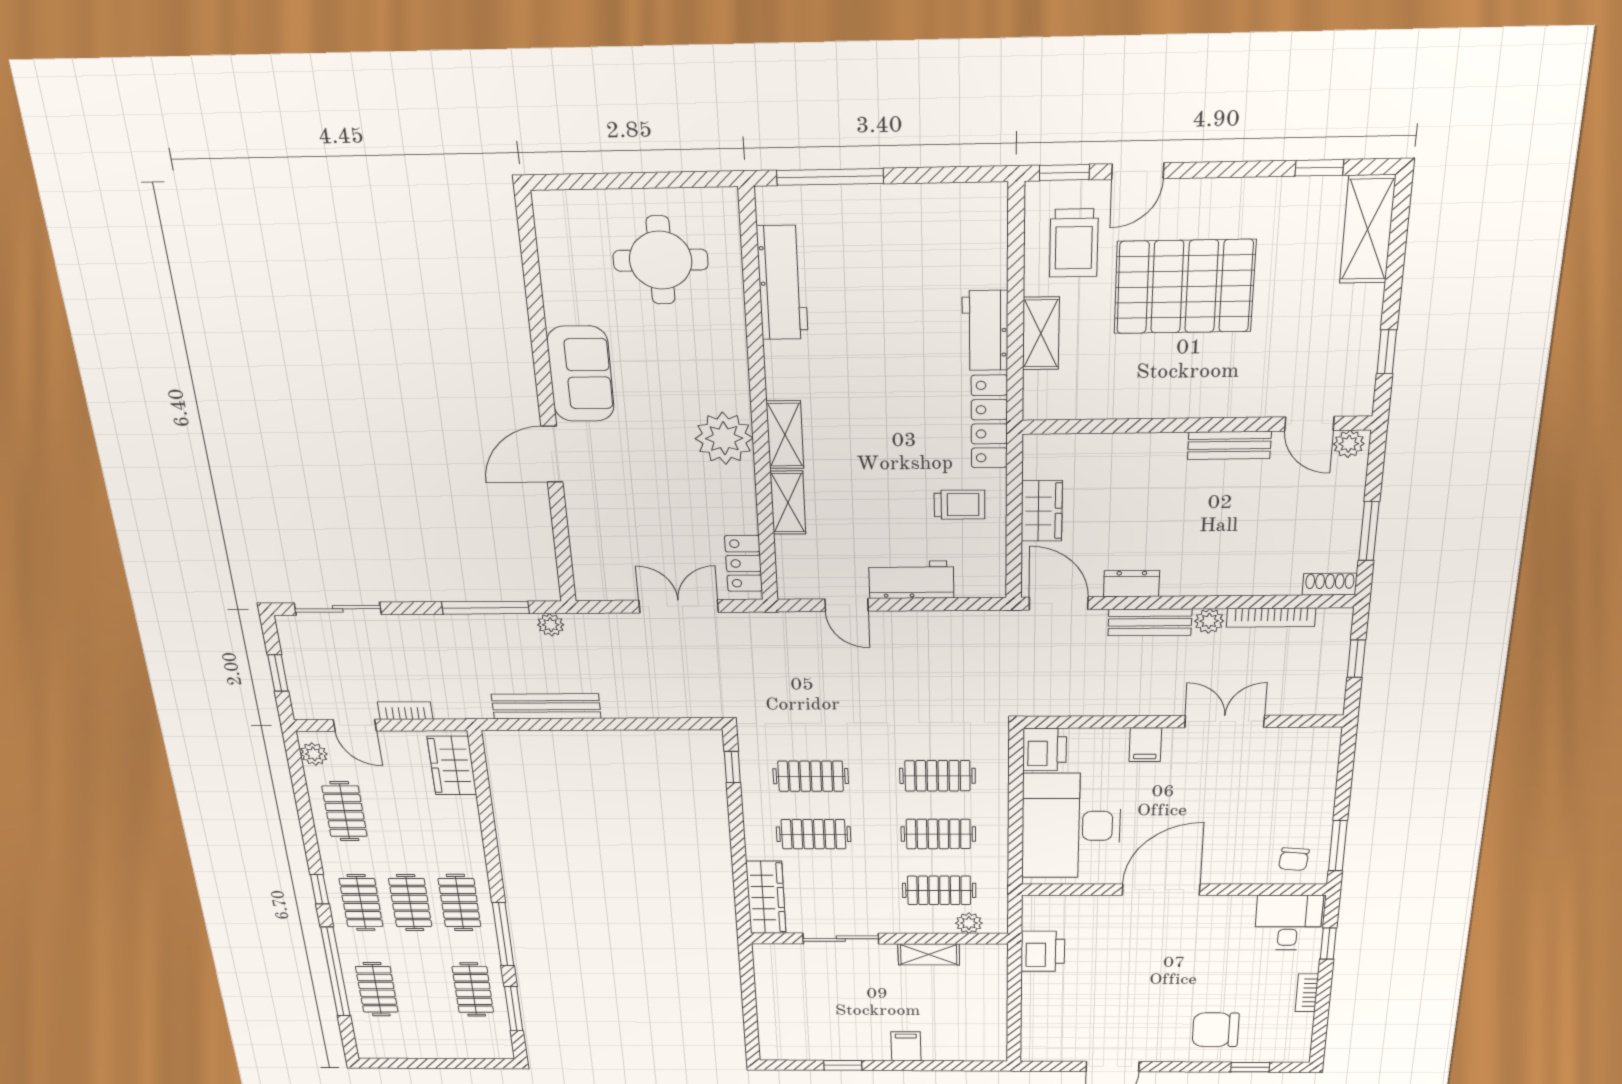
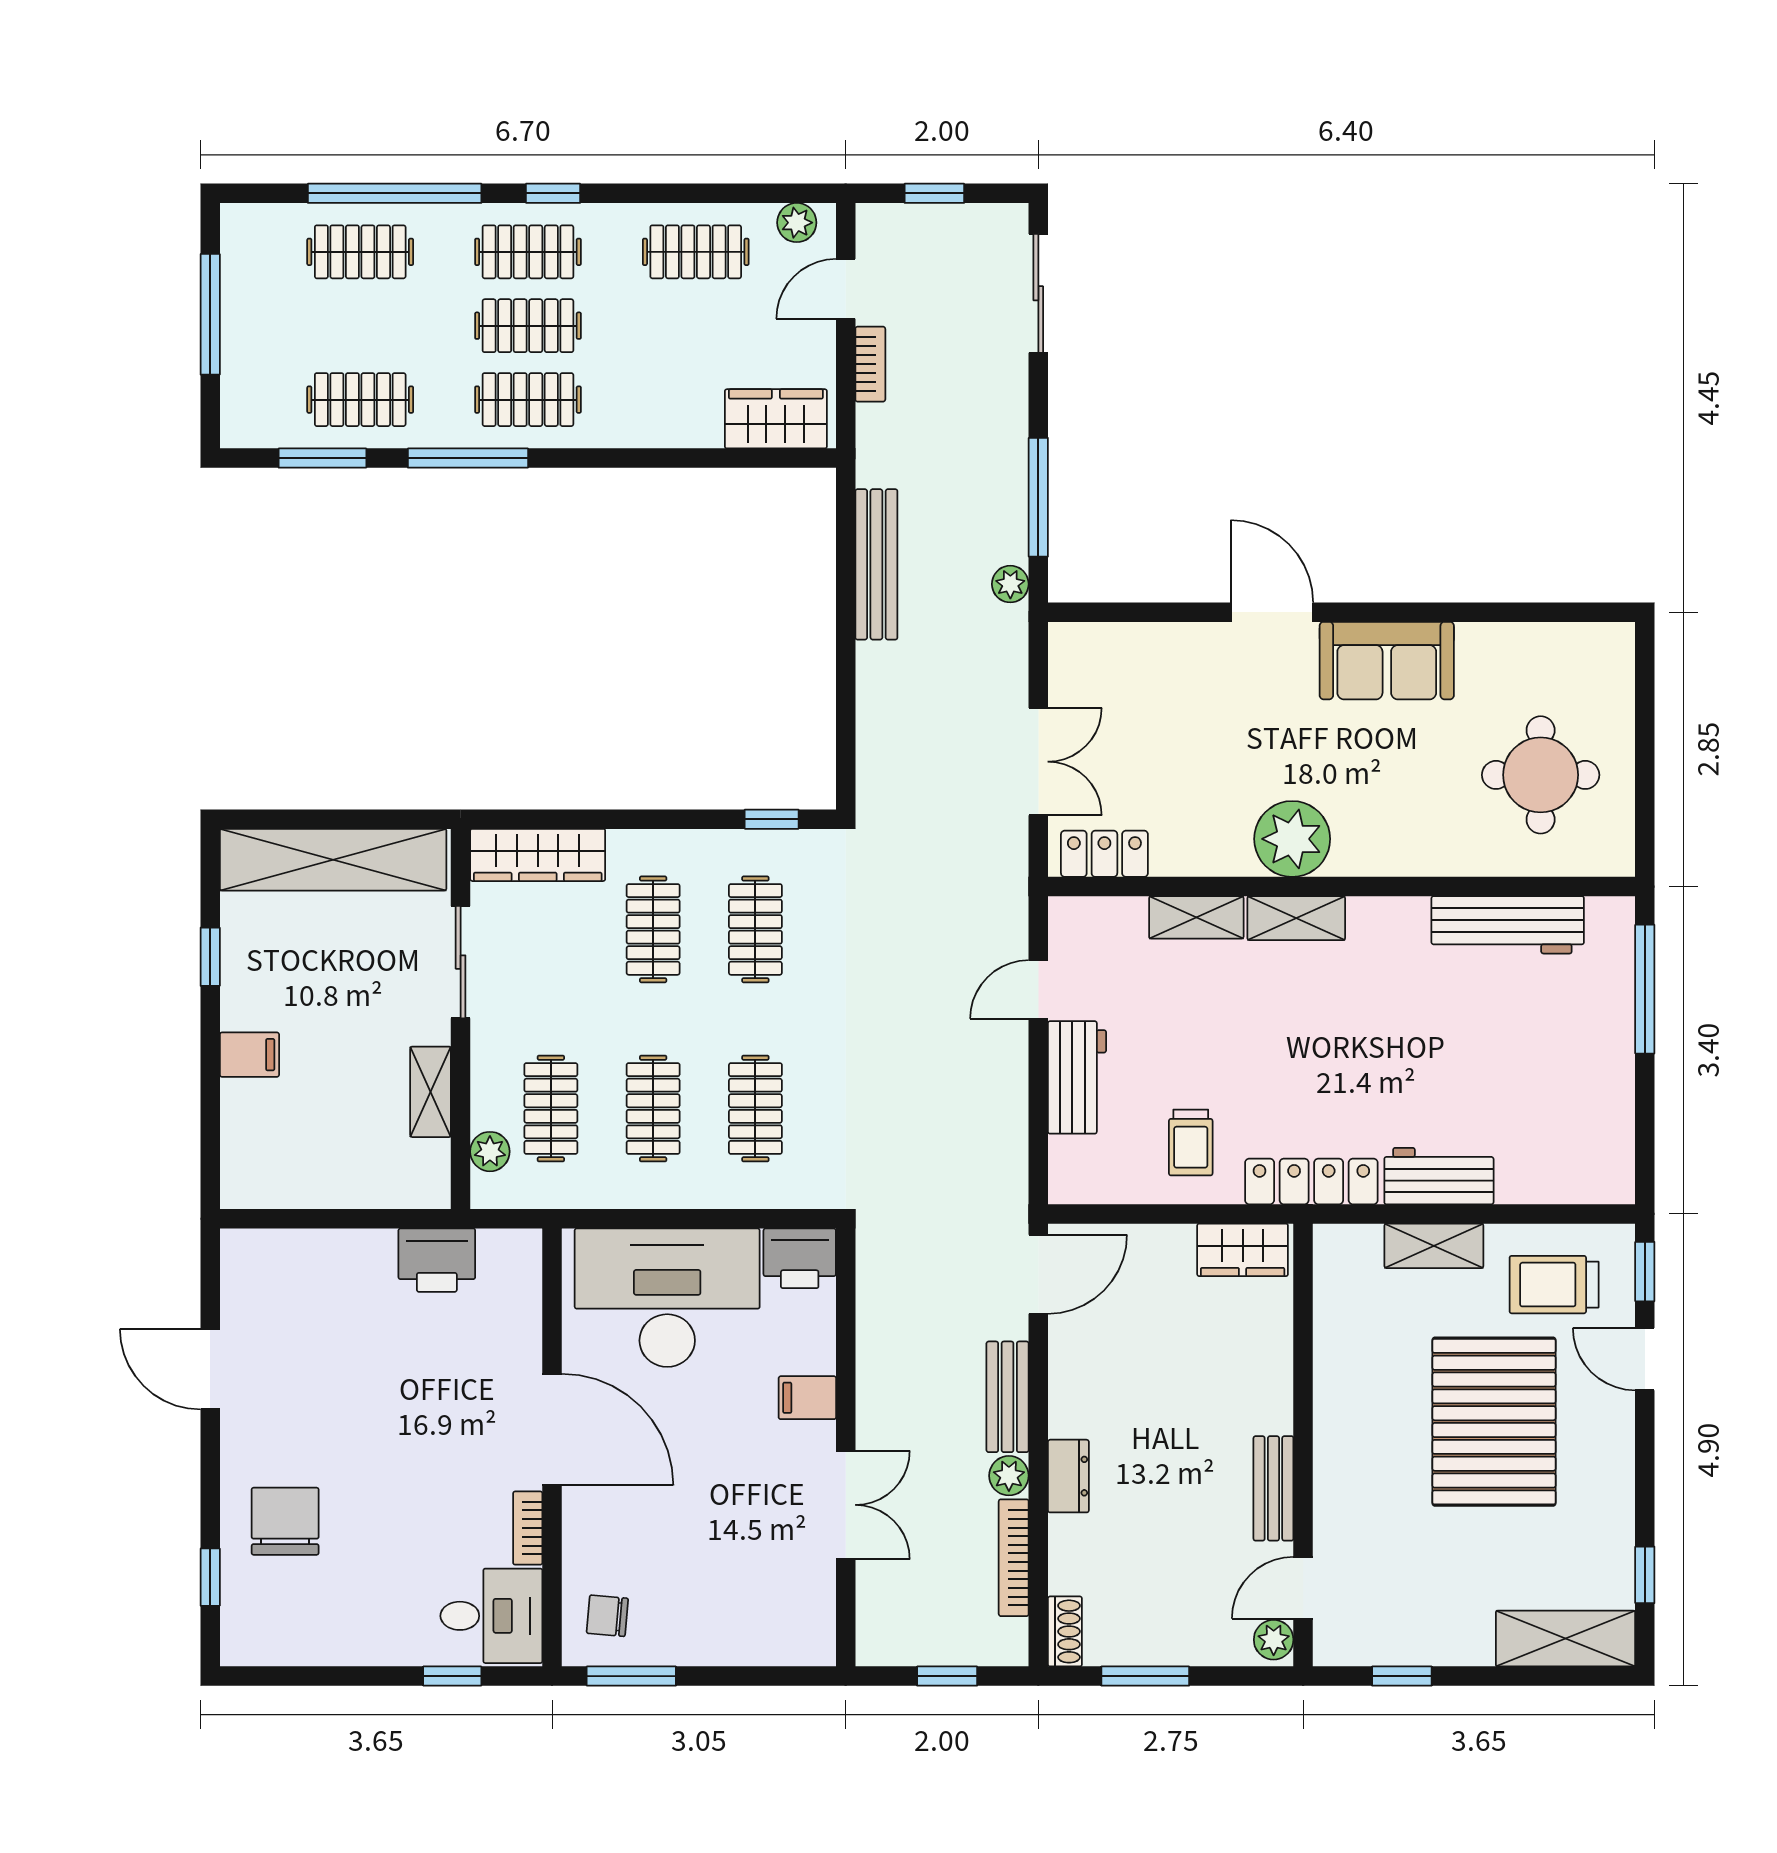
wardrobe: (1042, 511) -> (1243, 1250), moved
dresser: (1131, 584) -> (1068, 1476), moved
bookcase: (1307, 993) -> (528, 1528), moved, turned -90
shelving: (776, 1004) -> (333, 860), added
window: (430, 1063) -> (210, 314), added

